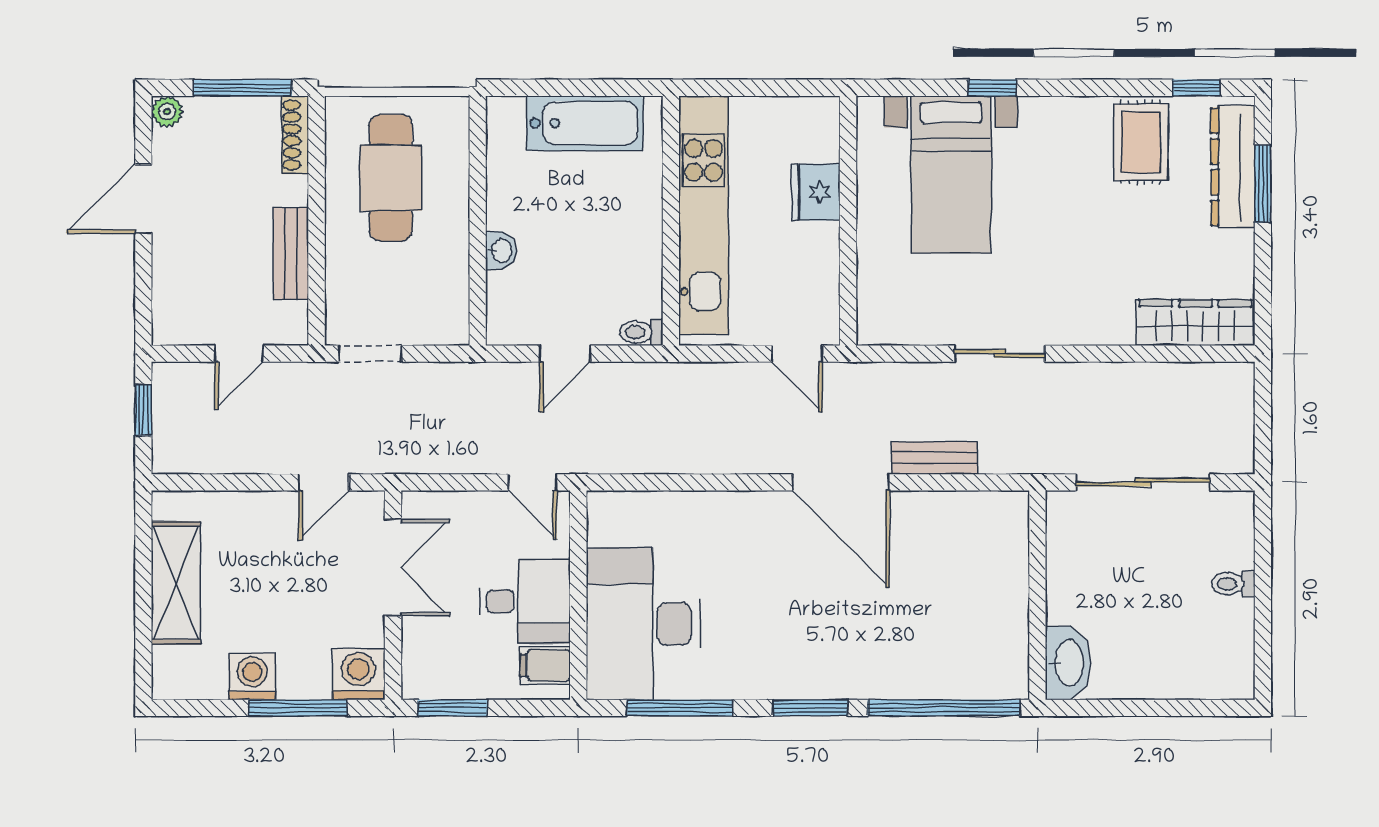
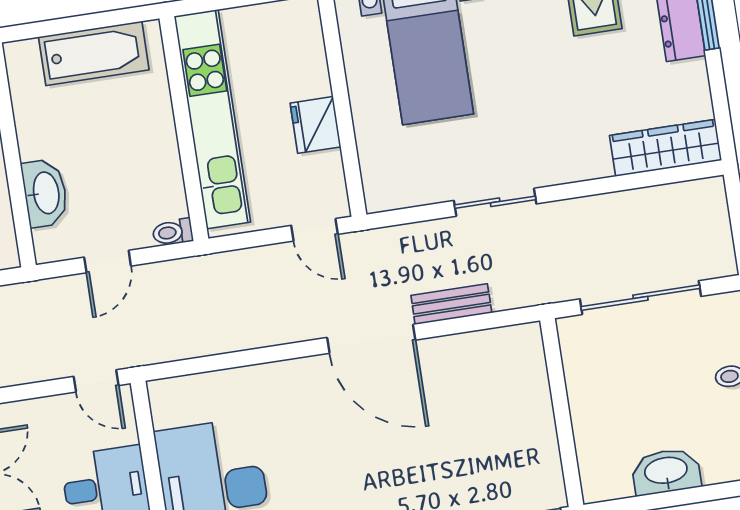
fridge: (816, 192) -> (316, 125), moved
washbasin: (501, 251) -> (45, 193), width x1.91, depth x1.45
washbasin: (1068, 663) -> (666, 472), moved, turned -90

